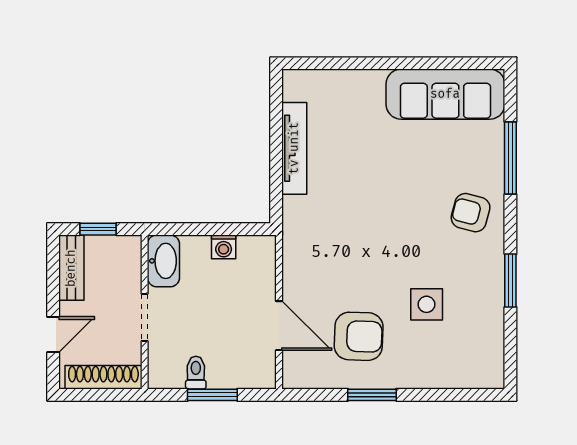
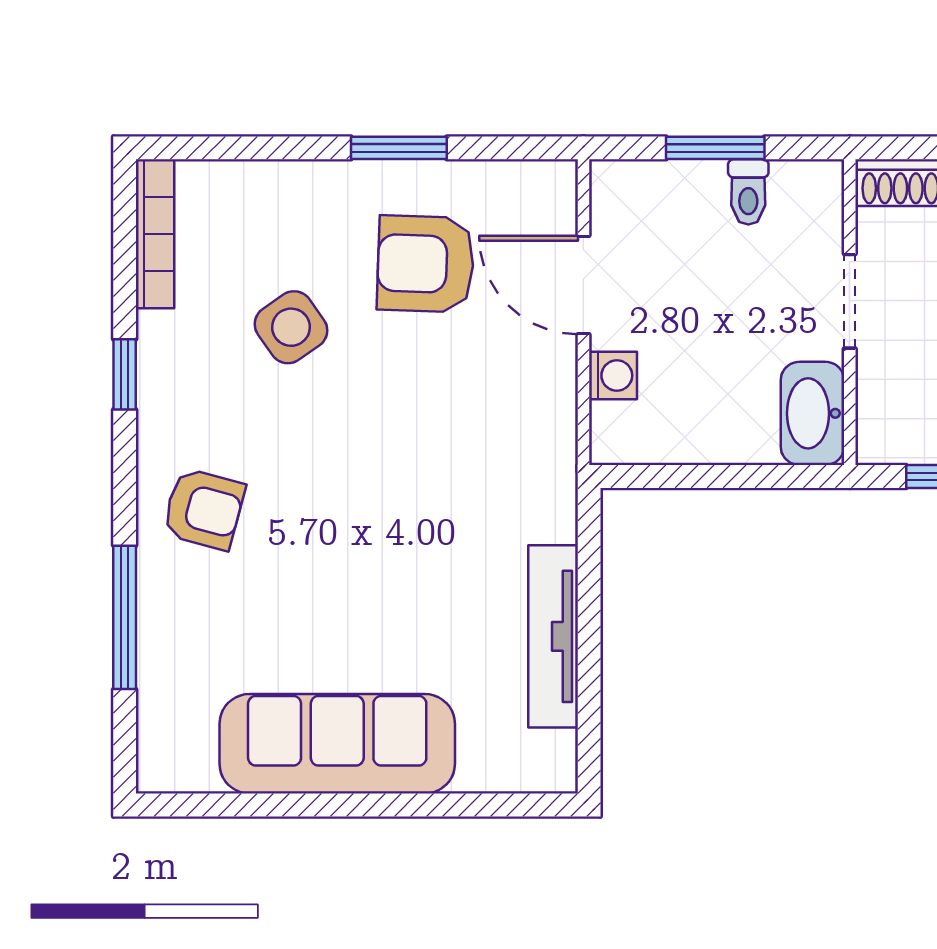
sofa: (445, 94) -> (337, 744), moved
washing machine: (224, 247) -> (613, 375), moved, turned 90
window: (510, 281) -> (125, 374), width x0.67
side table: (427, 304) -> (291, 327), turned -35
bookcase: (495, 351) -> (155, 234), added

